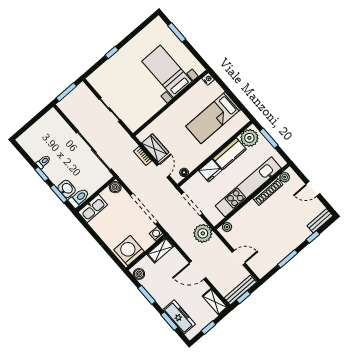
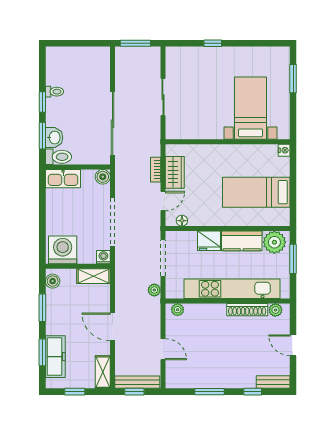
plant: (203, 233) -> (154, 290), width x0.53, depth x0.53

